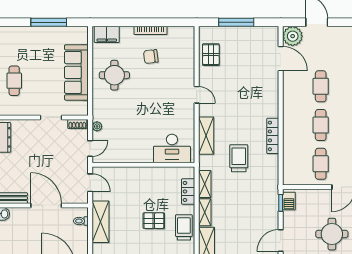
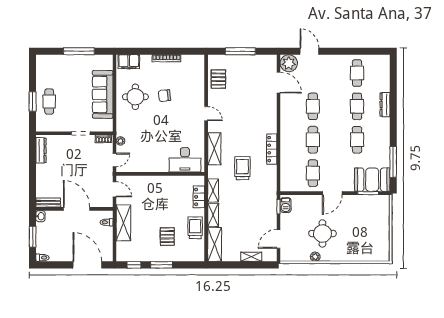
chair: (151, 57) -> (164, 96), moved
pallet: (154, 221) -> (167, 237), moved, turned 90

